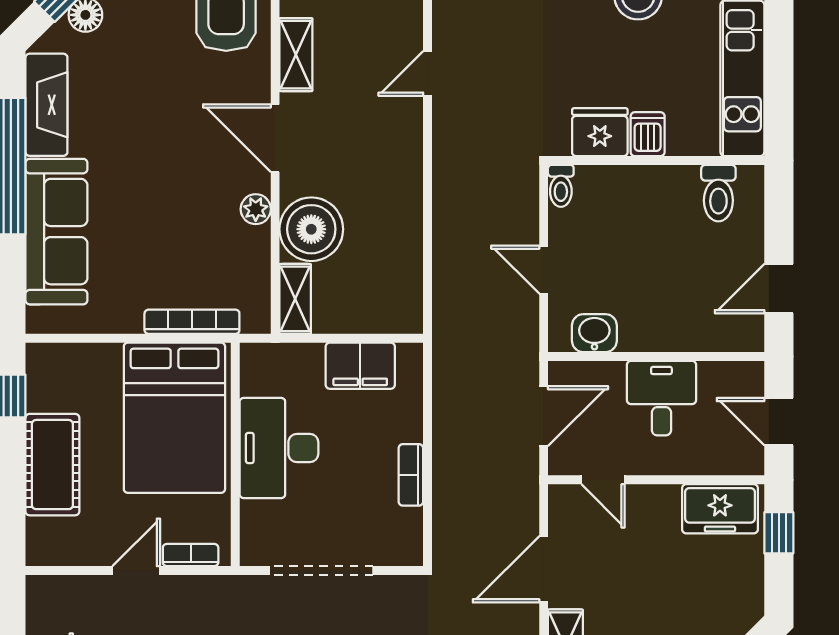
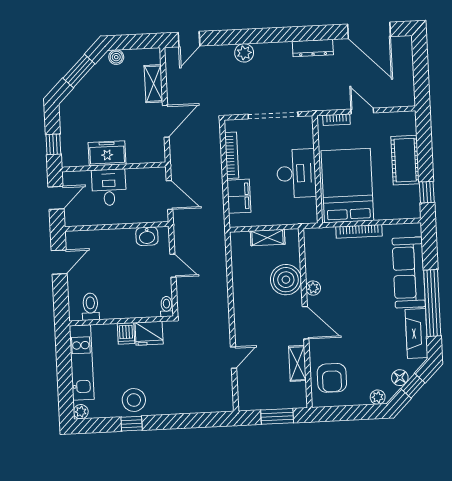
shelving: (295, 299) -> (268, 238), moved, turned 90
bookcase: (192, 322) -> (359, 231), moved
filing cabinet: (360, 366) -> (239, 196), moved, turned 90
desk: (661, 398) -> (109, 187), moved, turned 180
door: (544, 416) -> (169, 195), swing flipped
door: (779, 422) -> (56, 198), hinge flipped
bookcase: (411, 475) -> (232, 155), width x1.56
door: (603, 480) -> (139, 166), removed
freezer: (720, 509) -> (107, 153), moved
door: (136, 571) -> (362, 111), swing flipped

